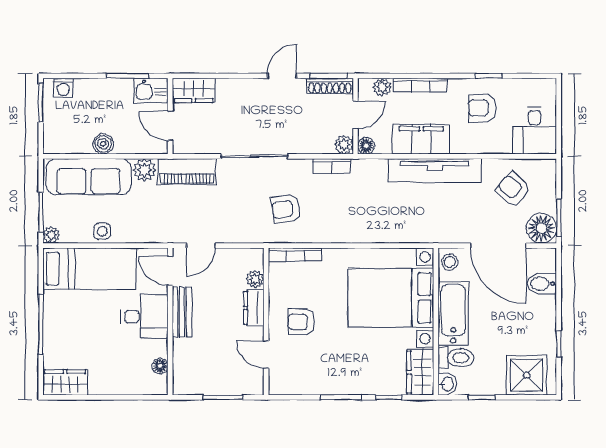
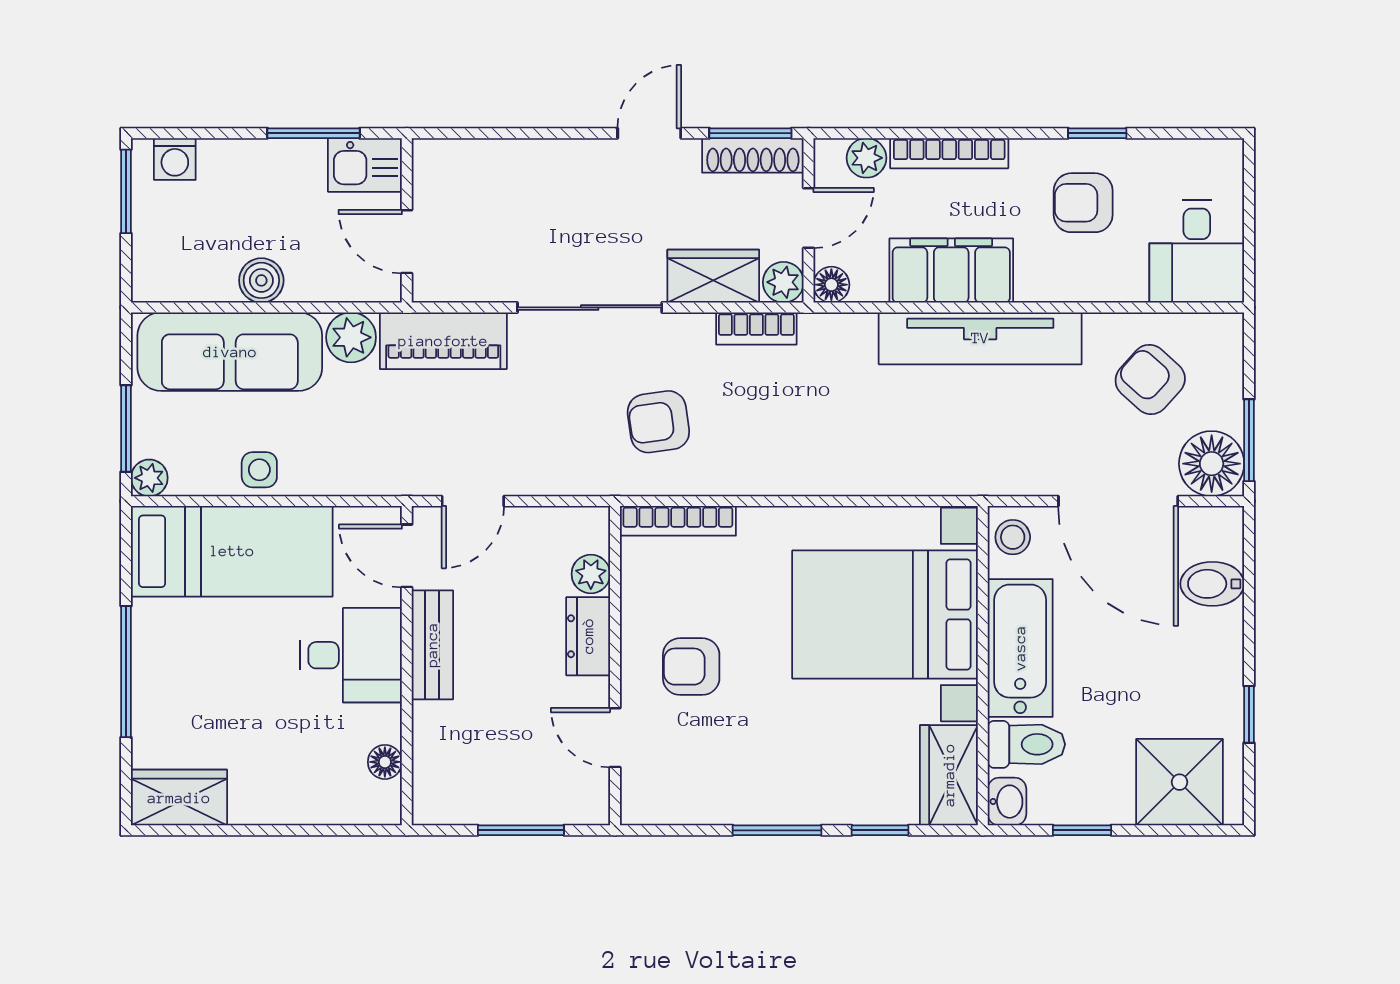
wardrobe: (194, 90) -> (713, 276), moved, turned 180

